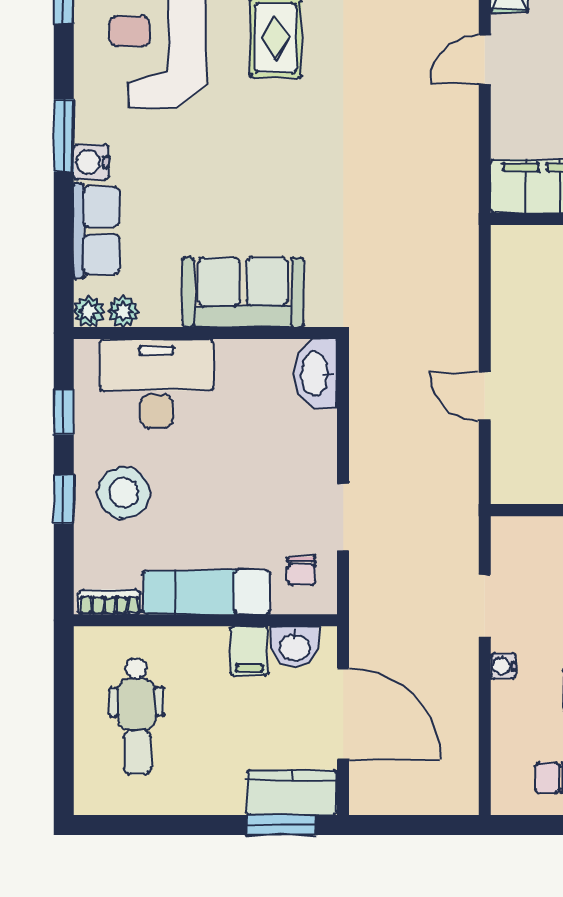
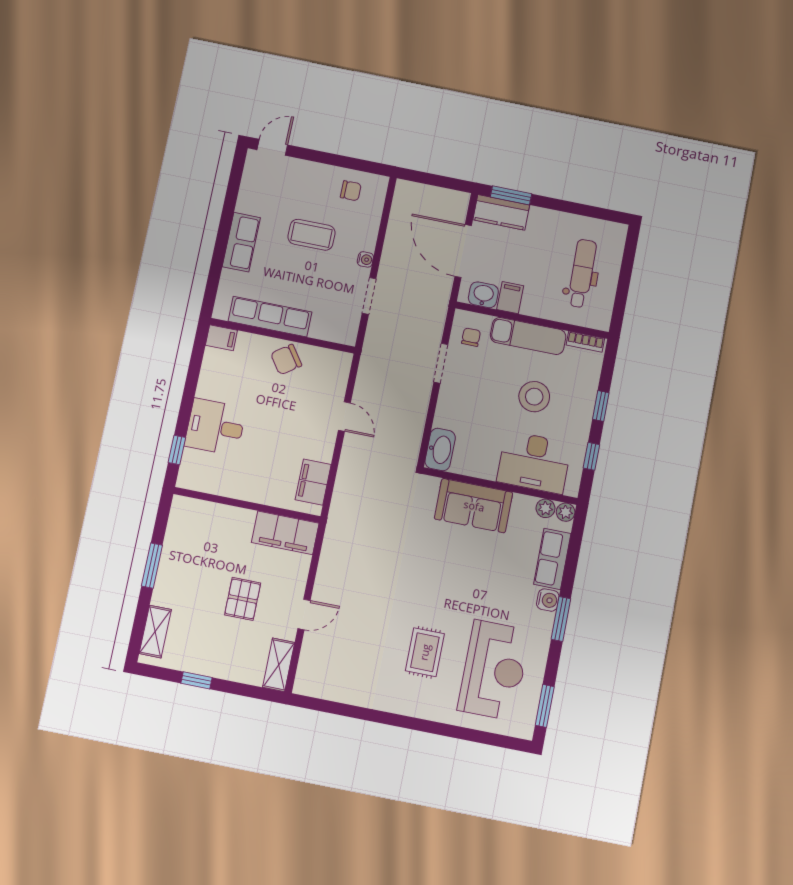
filing cabinet: (514, 278) -> (313, 482), added
stool: (124, 493) -> (534, 397), moved

